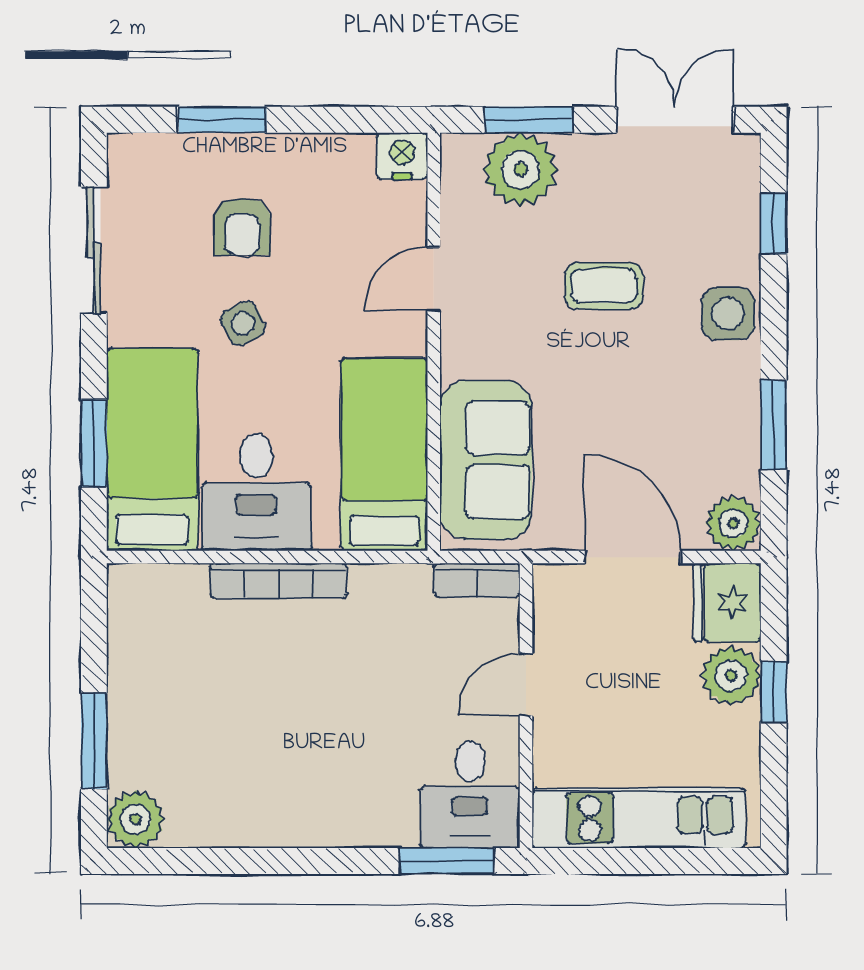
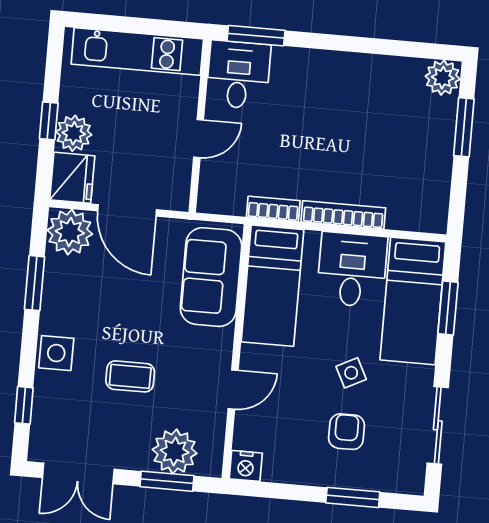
plant: (733, 523) -> (70, 232), width x1.36, depth x1.36
bookcase: (477, 580) -> (273, 209), moved

